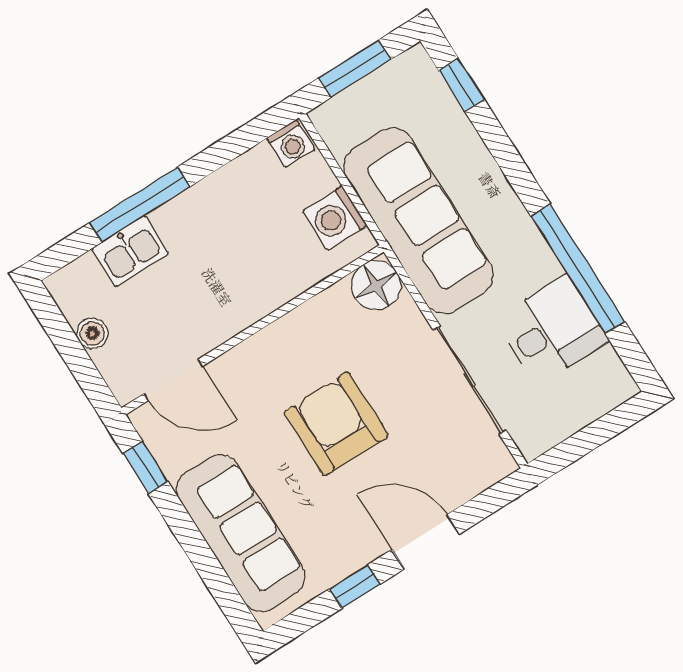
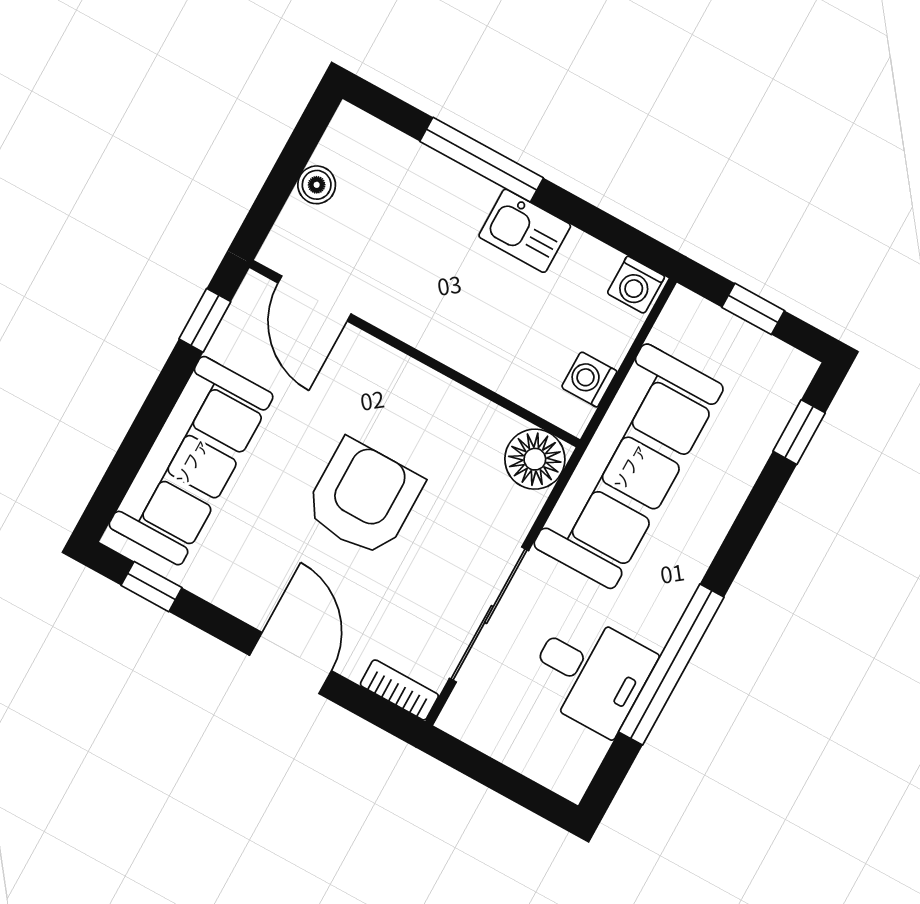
window: (355, 69) -> (753, 309), width x0.67
washing machine: (335, 218) -> (589, 379), width x0.73, depth x0.73
kitchen sink: (130, 251) -> (525, 231), moved
bookcase: (488, 474) -> (399, 690), added
window: (355, 587) -> (151, 587), moved

